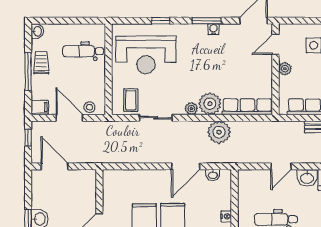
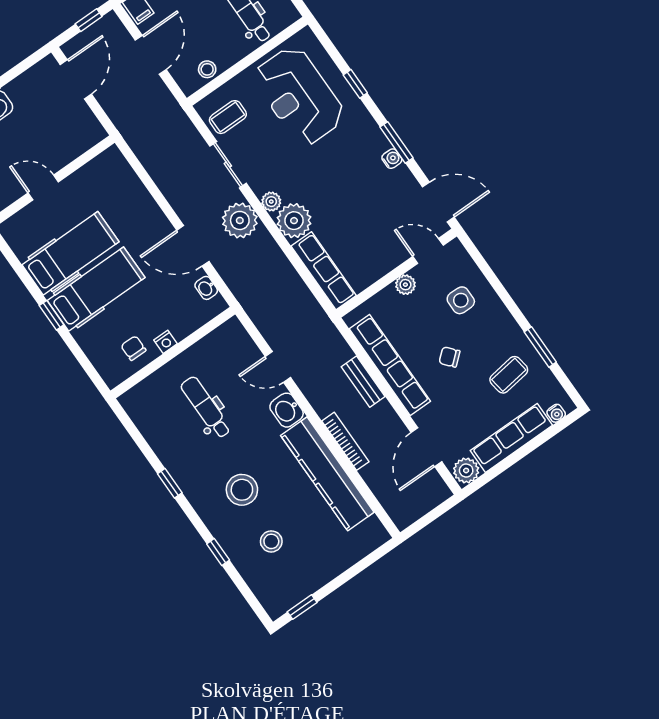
stool: (90, 107) -> (207, 69), moved
plant: (219, 132) -> (240, 220), moved

